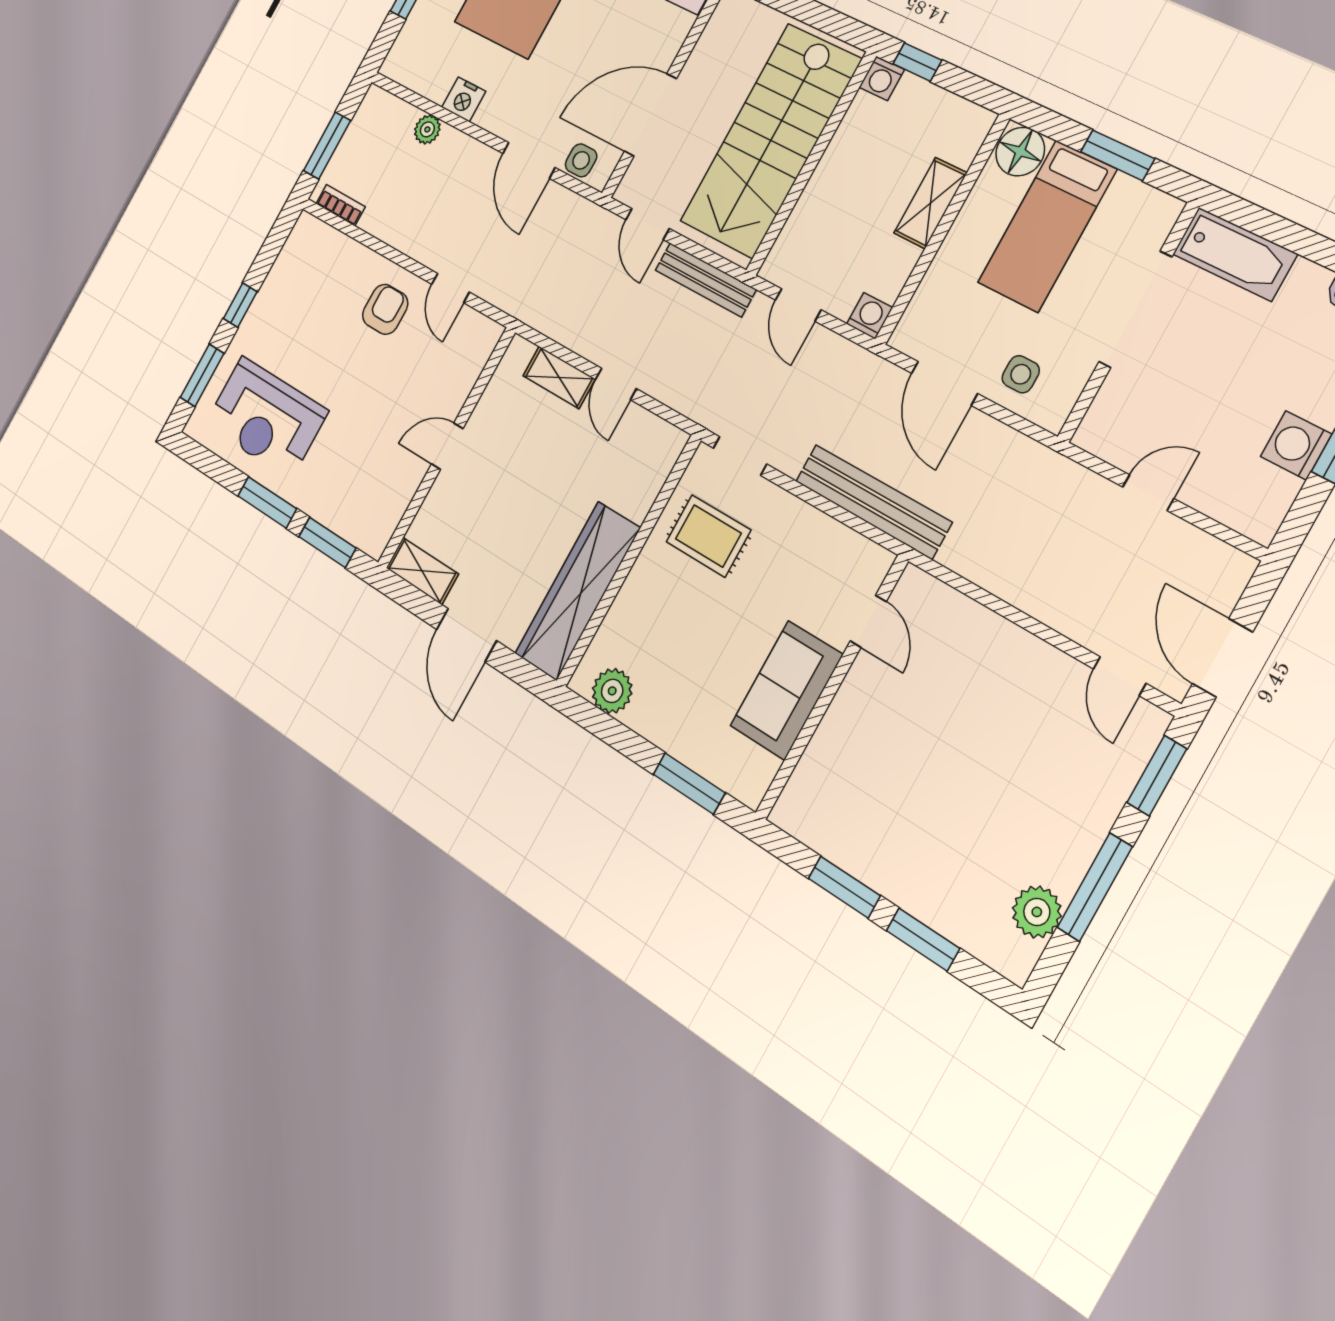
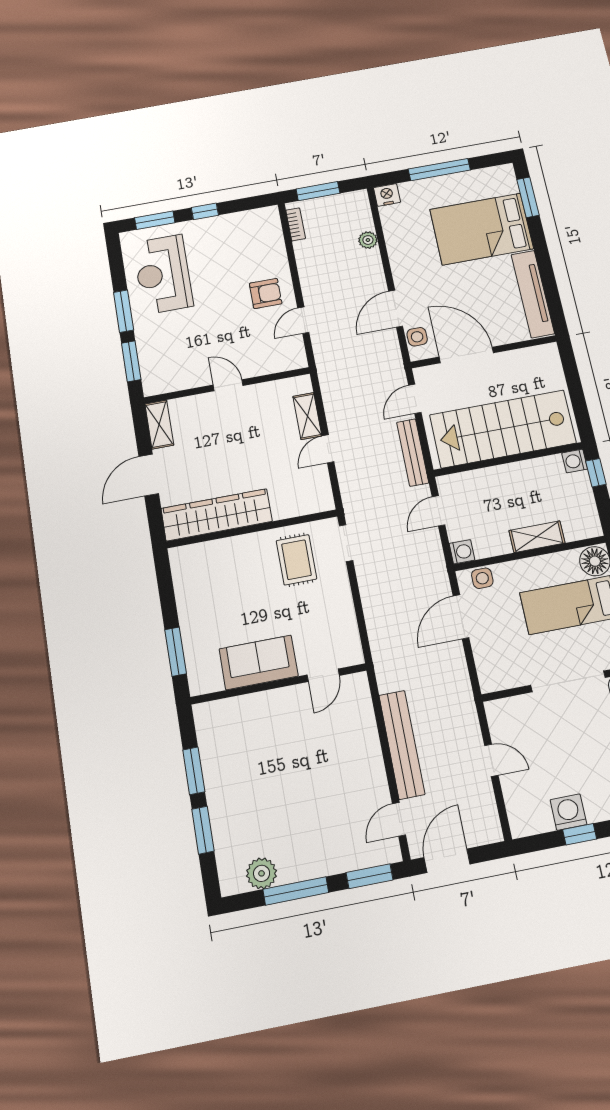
nightstand: (464, 99) -> (387, 195), moved, turned 90
side table: (1021, 374) -> (482, 578), moved
bench: (873, 501) -> (402, 745), moved
plant: (612, 691) -> (185, 574), removed

